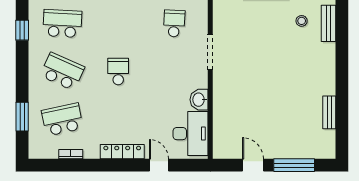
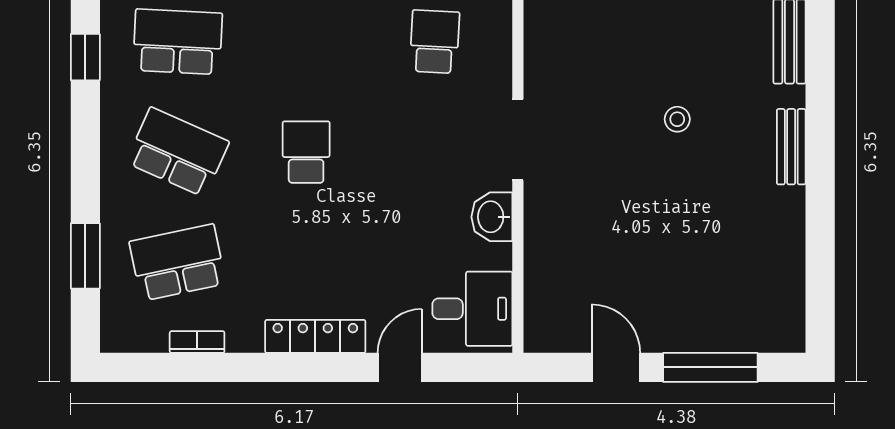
stool: (302, 21) -> (677, 119), moved
doorway: (210, 52) -> (518, 140), moved
bench: (329, 112) -> (791, 147), moved
desk: (191, 134) -> (472, 309), width x0.73
door: (159, 165) -> (400, 367), hinge flipped

